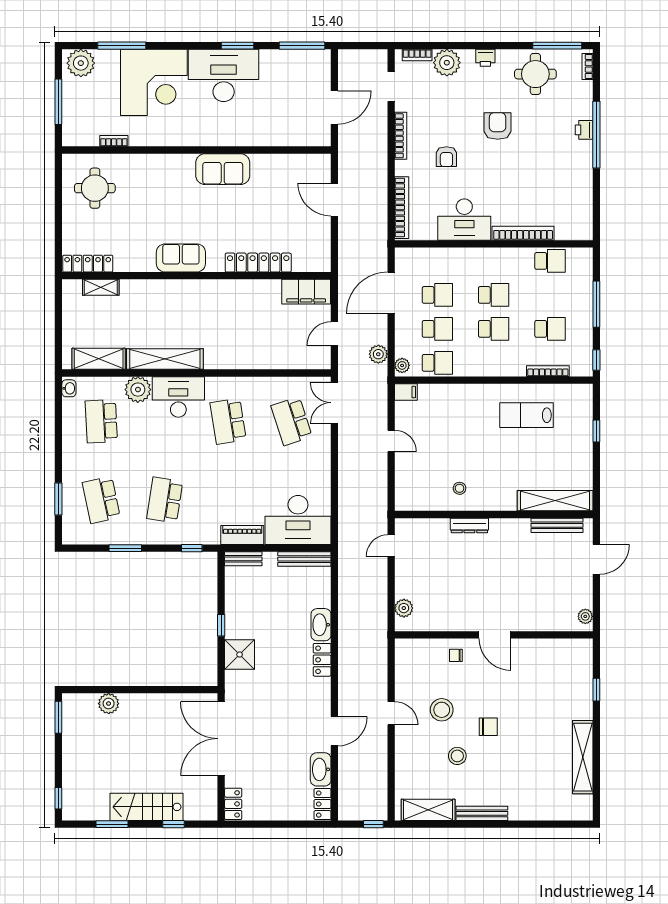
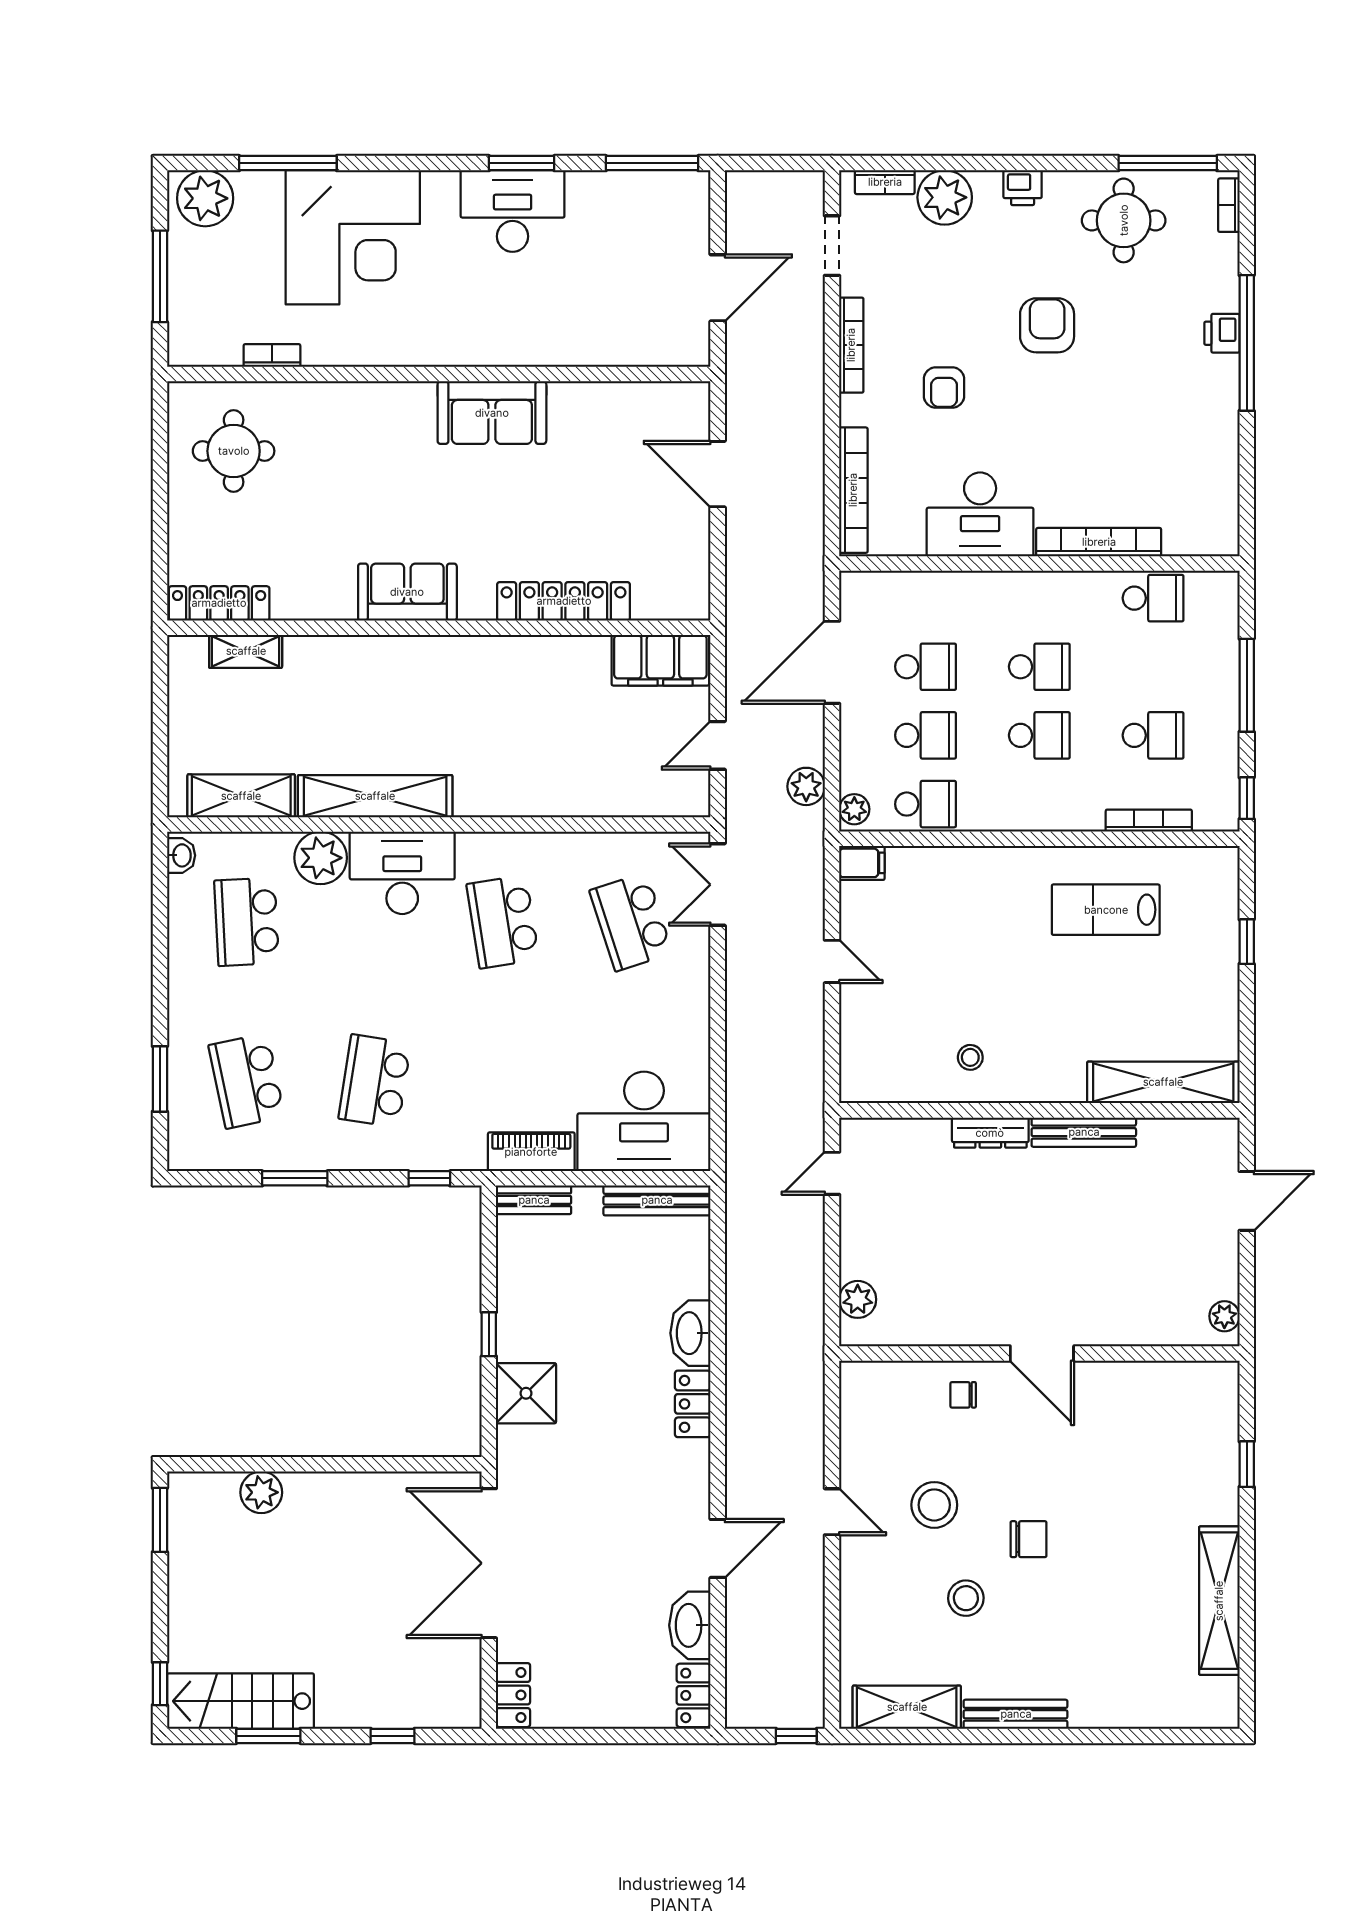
desk: (224, 75) -> (513, 211), width x0.73, depth x0.77
bench: (557, 525) -> (1084, 1132), moved
stairs: (146, 807) -> (241, 1701), moved

